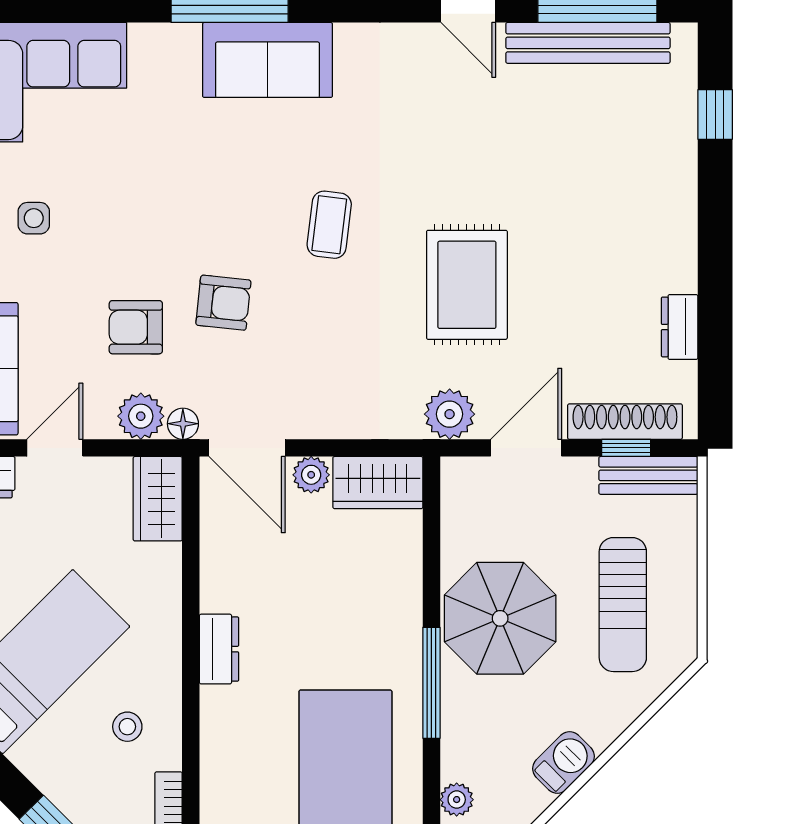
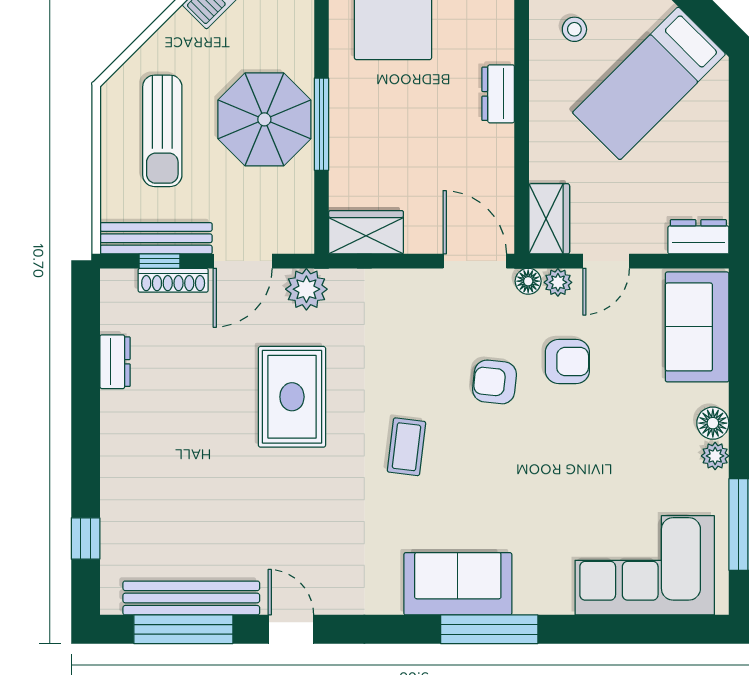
side table: (34, 218) -> (652, 452), removed
plant: (141, 416) -> (558, 282), width x0.73, depth x0.73
shoe rack: (625, 422) -> (173, 280), width x0.74, depth x0.81
door: (55, 448) -> (606, 261), moved
plant: (311, 475) -> (422, 239), removed
bench: (648, 475) -> (156, 238), width x1.36
sun lounger: (623, 605) -> (162, 131), turned 180
window: (431, 683) -> (321, 124), moved

